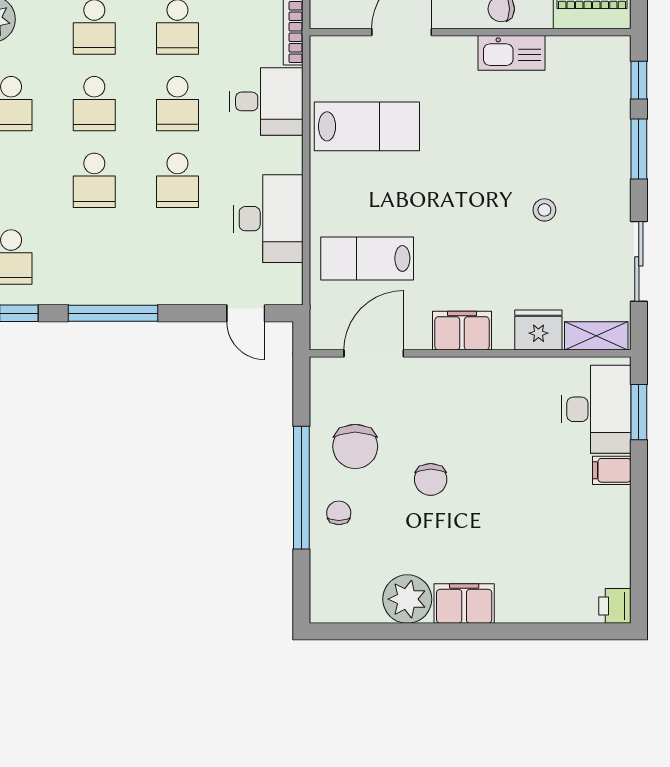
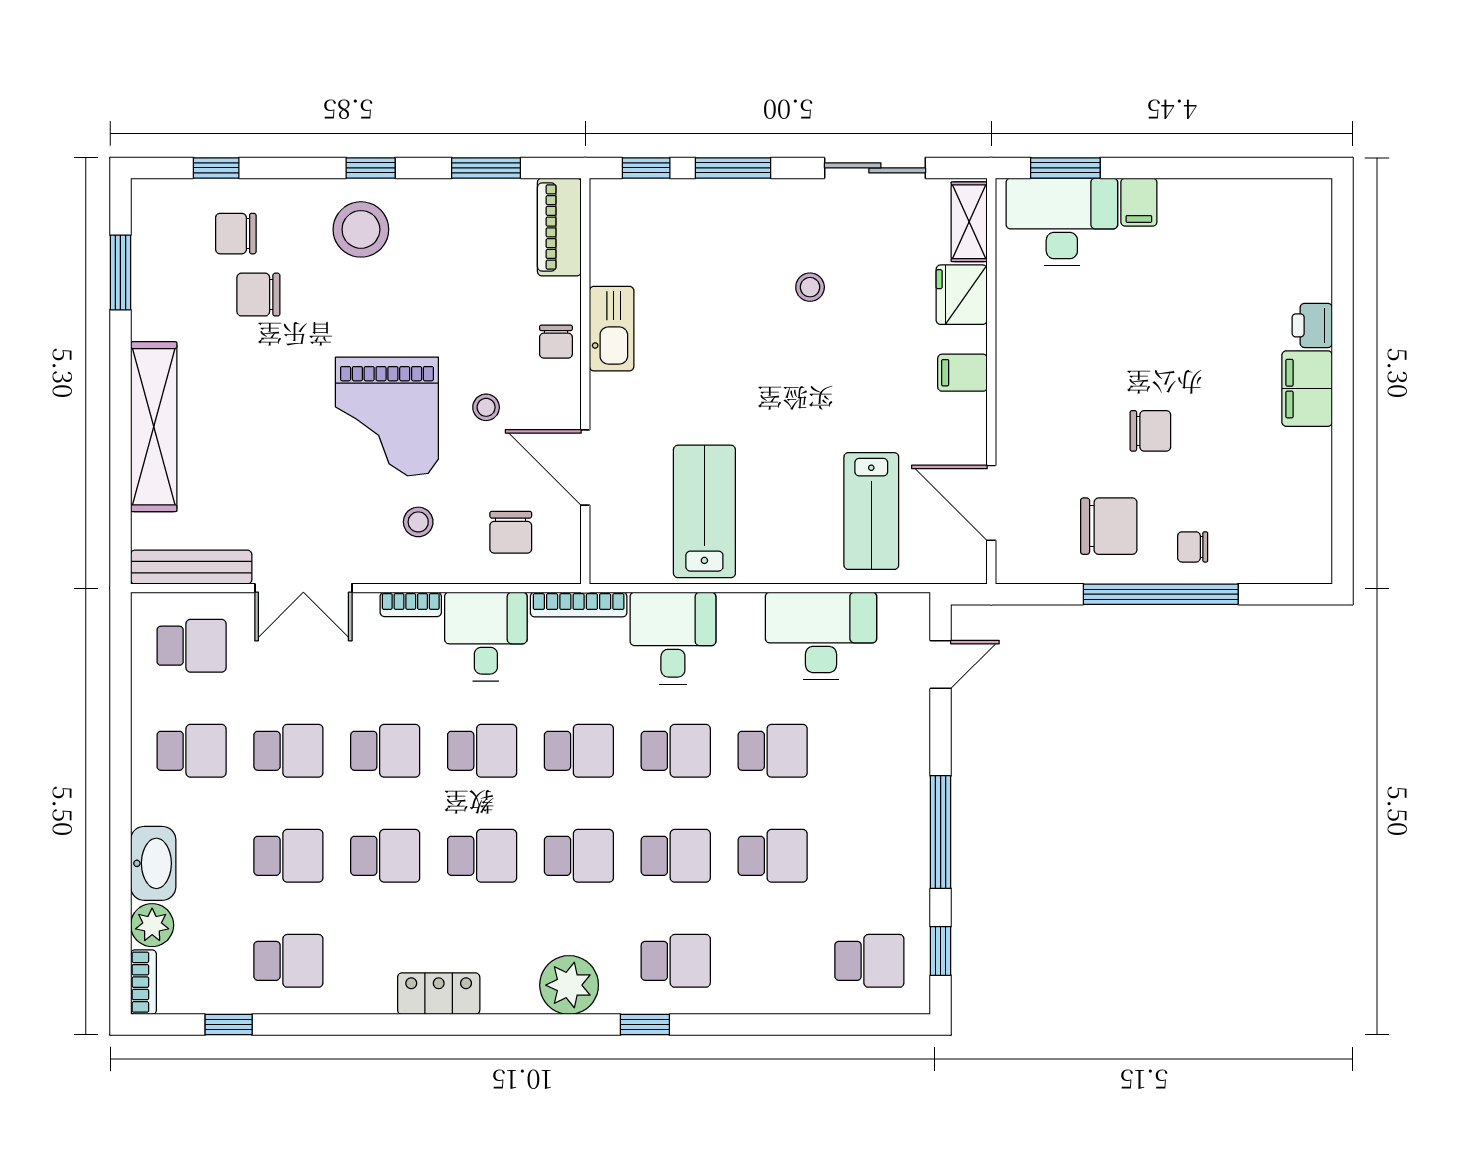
filing cabinet: (462, 331) -> (962, 373), width x0.50
plant: (407, 599) -> (1301, 460), removed
printer: (615, 606) -> (1312, 325), moved, turned 90

